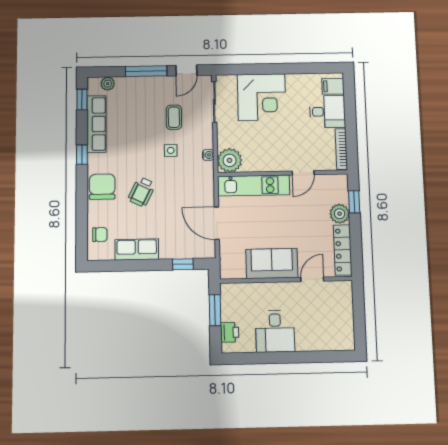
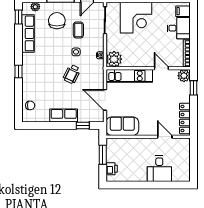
window: (82, 155) -> (19, 71), moved
door: (303, 173) -> (161, 68), swing flipped
chair: (102, 187) -> (57, 21), moved
wheelchair: (142, 192) -> (72, 74), moved
plant: (340, 214) -> (184, 76), moved
row of seats: (137, 250) -> (64, 116), moved
sofa: (272, 263) -> (122, 126), moved
door: (312, 279) -> (165, 137), hinge flipped
desk: (275, 331) -> (159, 169), moved

